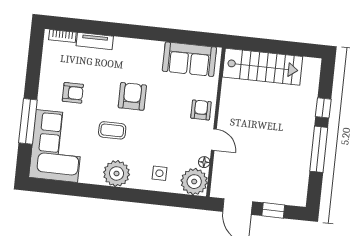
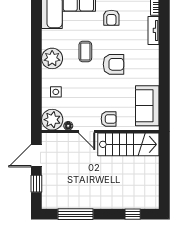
stairs: (262, 67) -> (128, 144), moved, turned -90
window: (323, 108) -> (133, 214), moved
door: (214, 140) -> (87, 132), hinge flipped
window: (319, 149) -> (75, 214), moved

